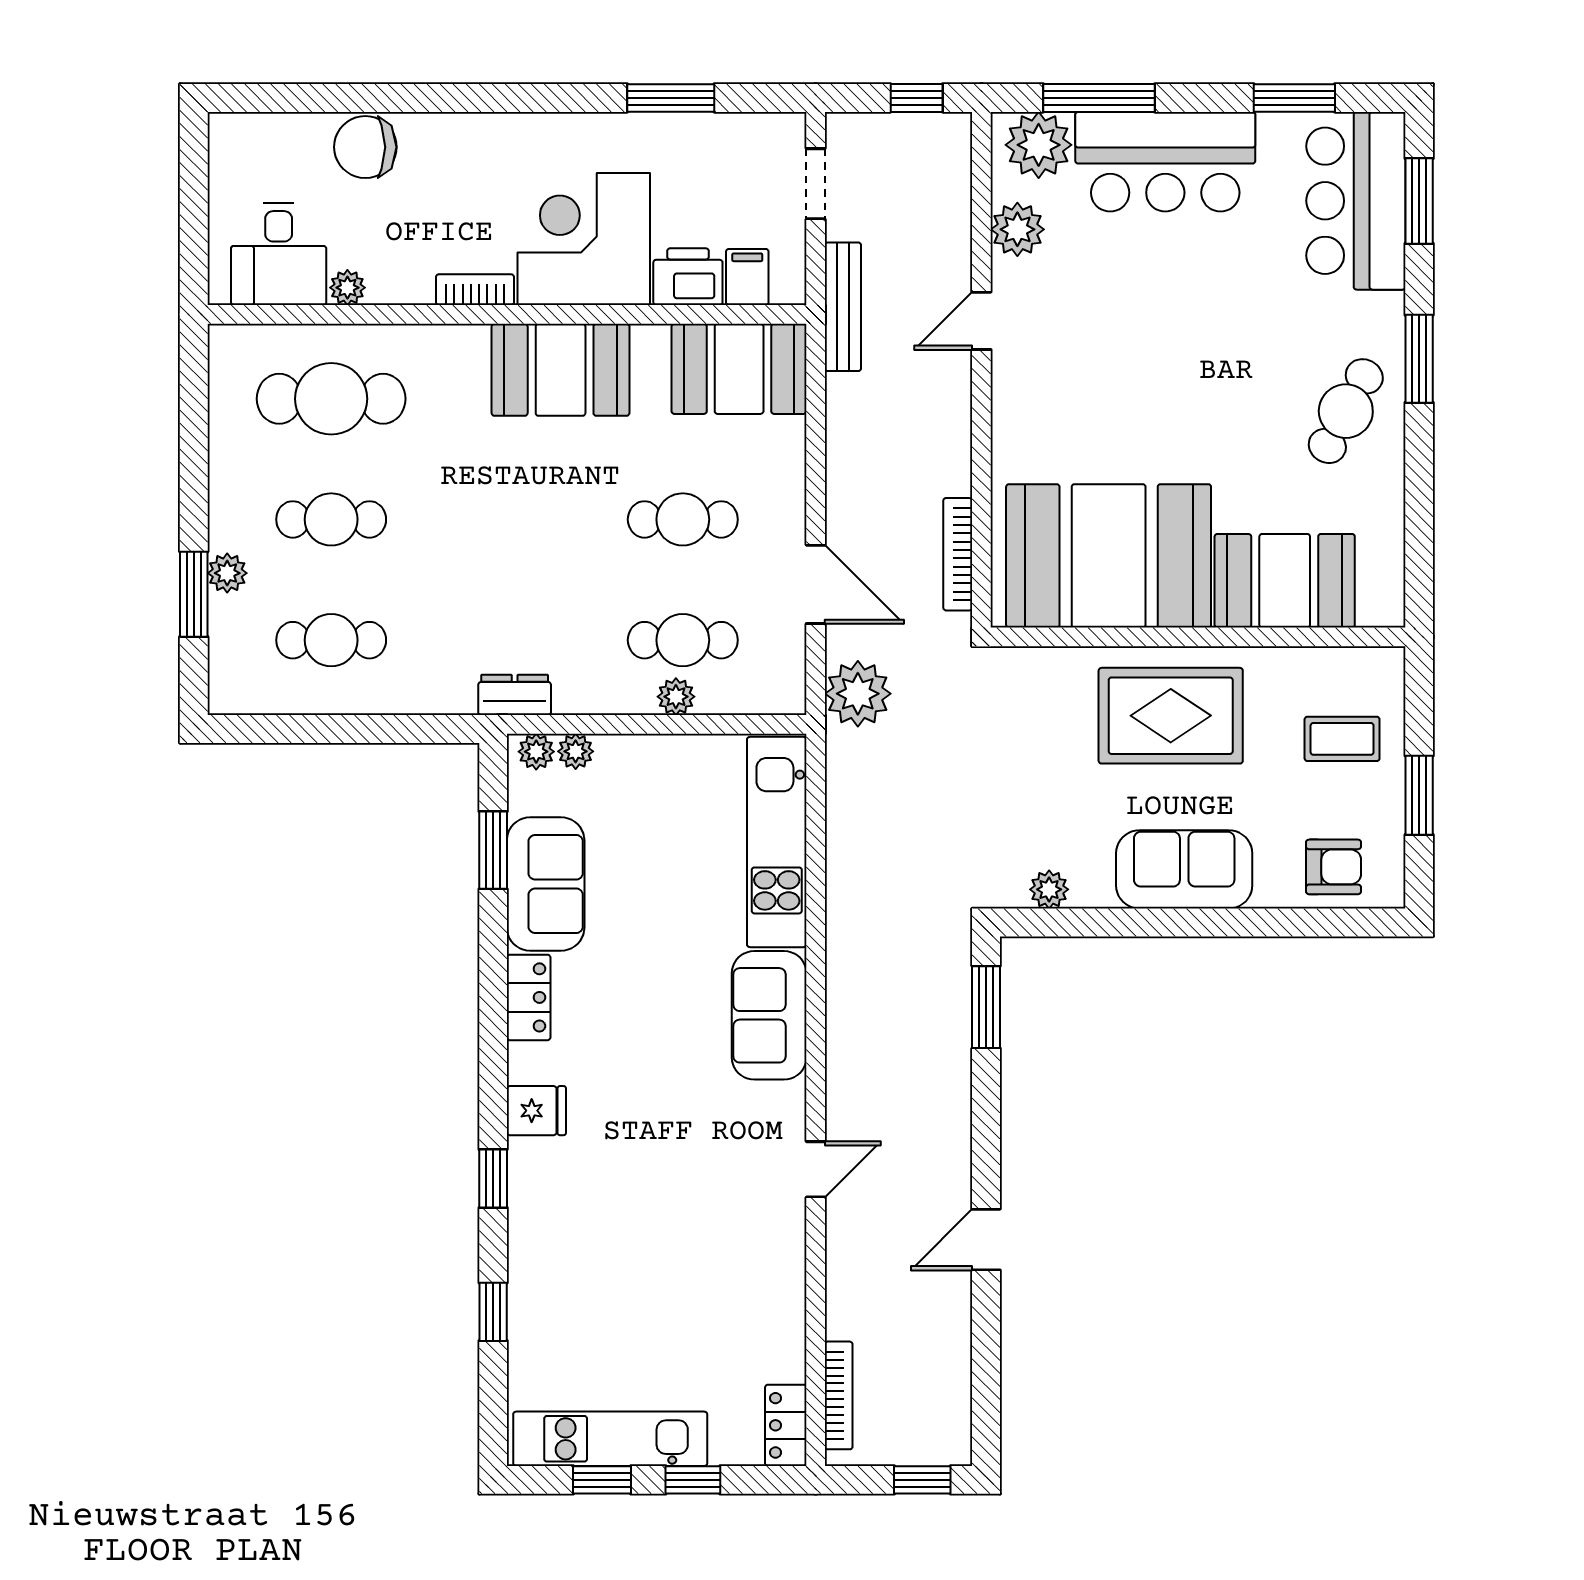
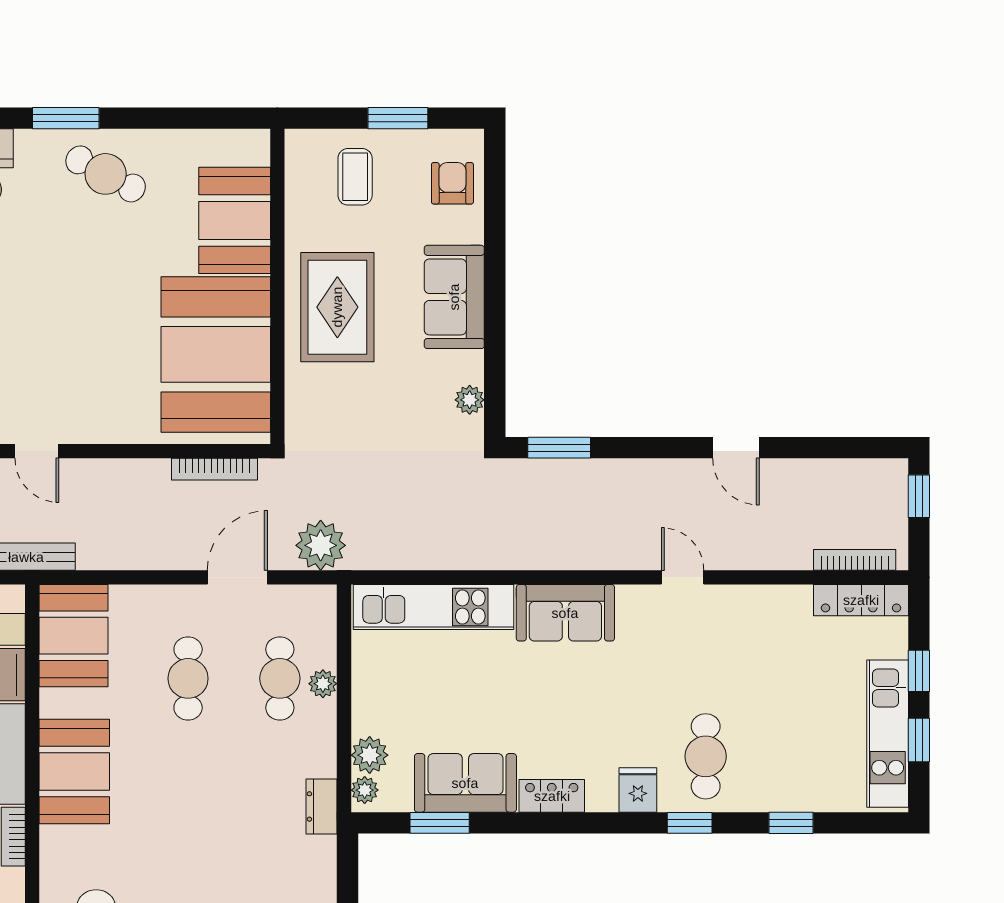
plant: (576, 751) -> (370, 755), width x1.38, depth x1.38
cafe table: (581, 1200) -> (706, 756), added
locker: (786, 1425) -> (861, 600), width x1.53

